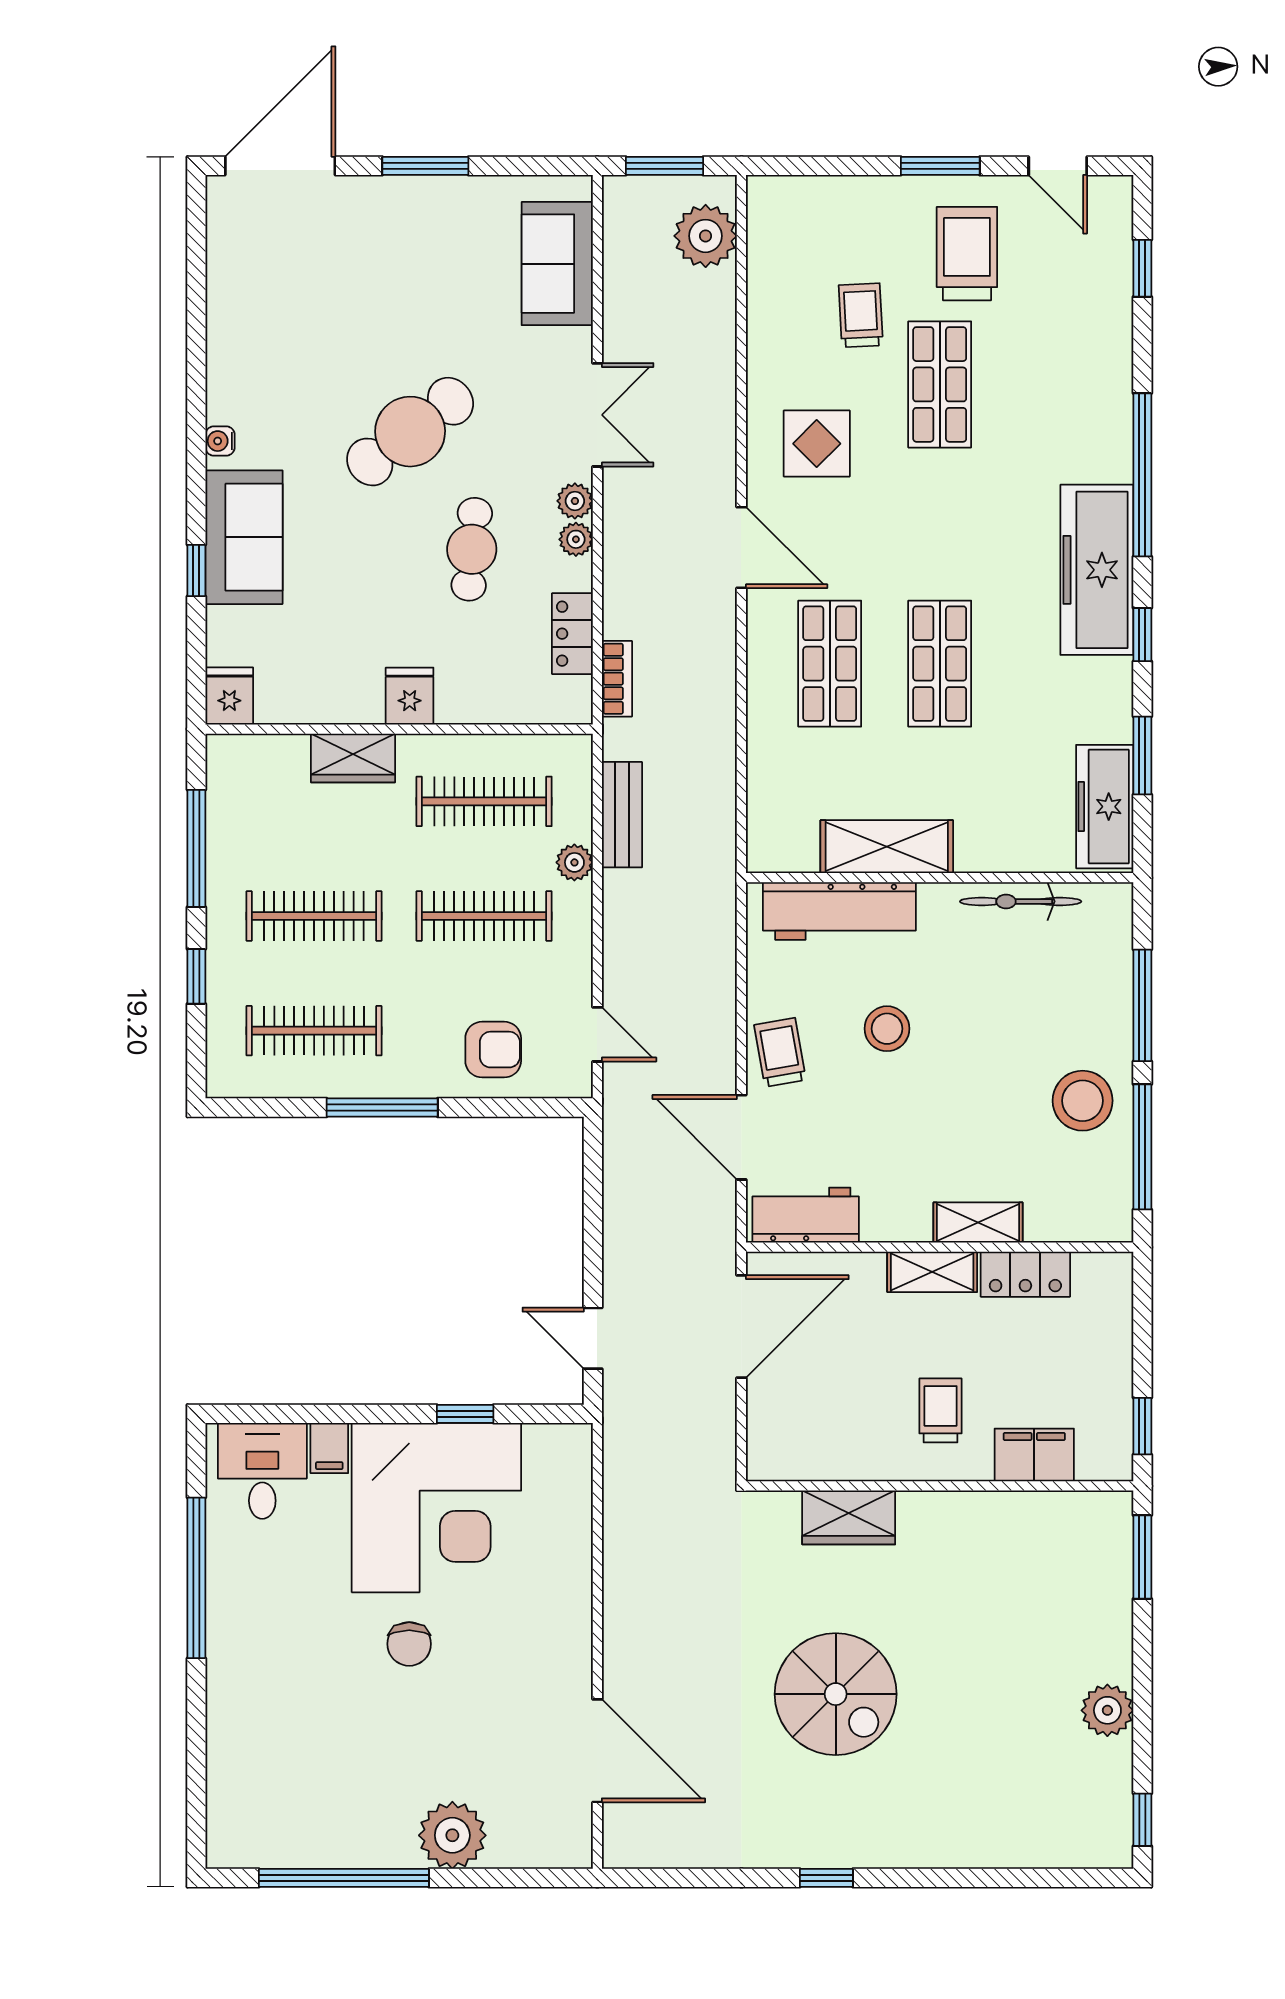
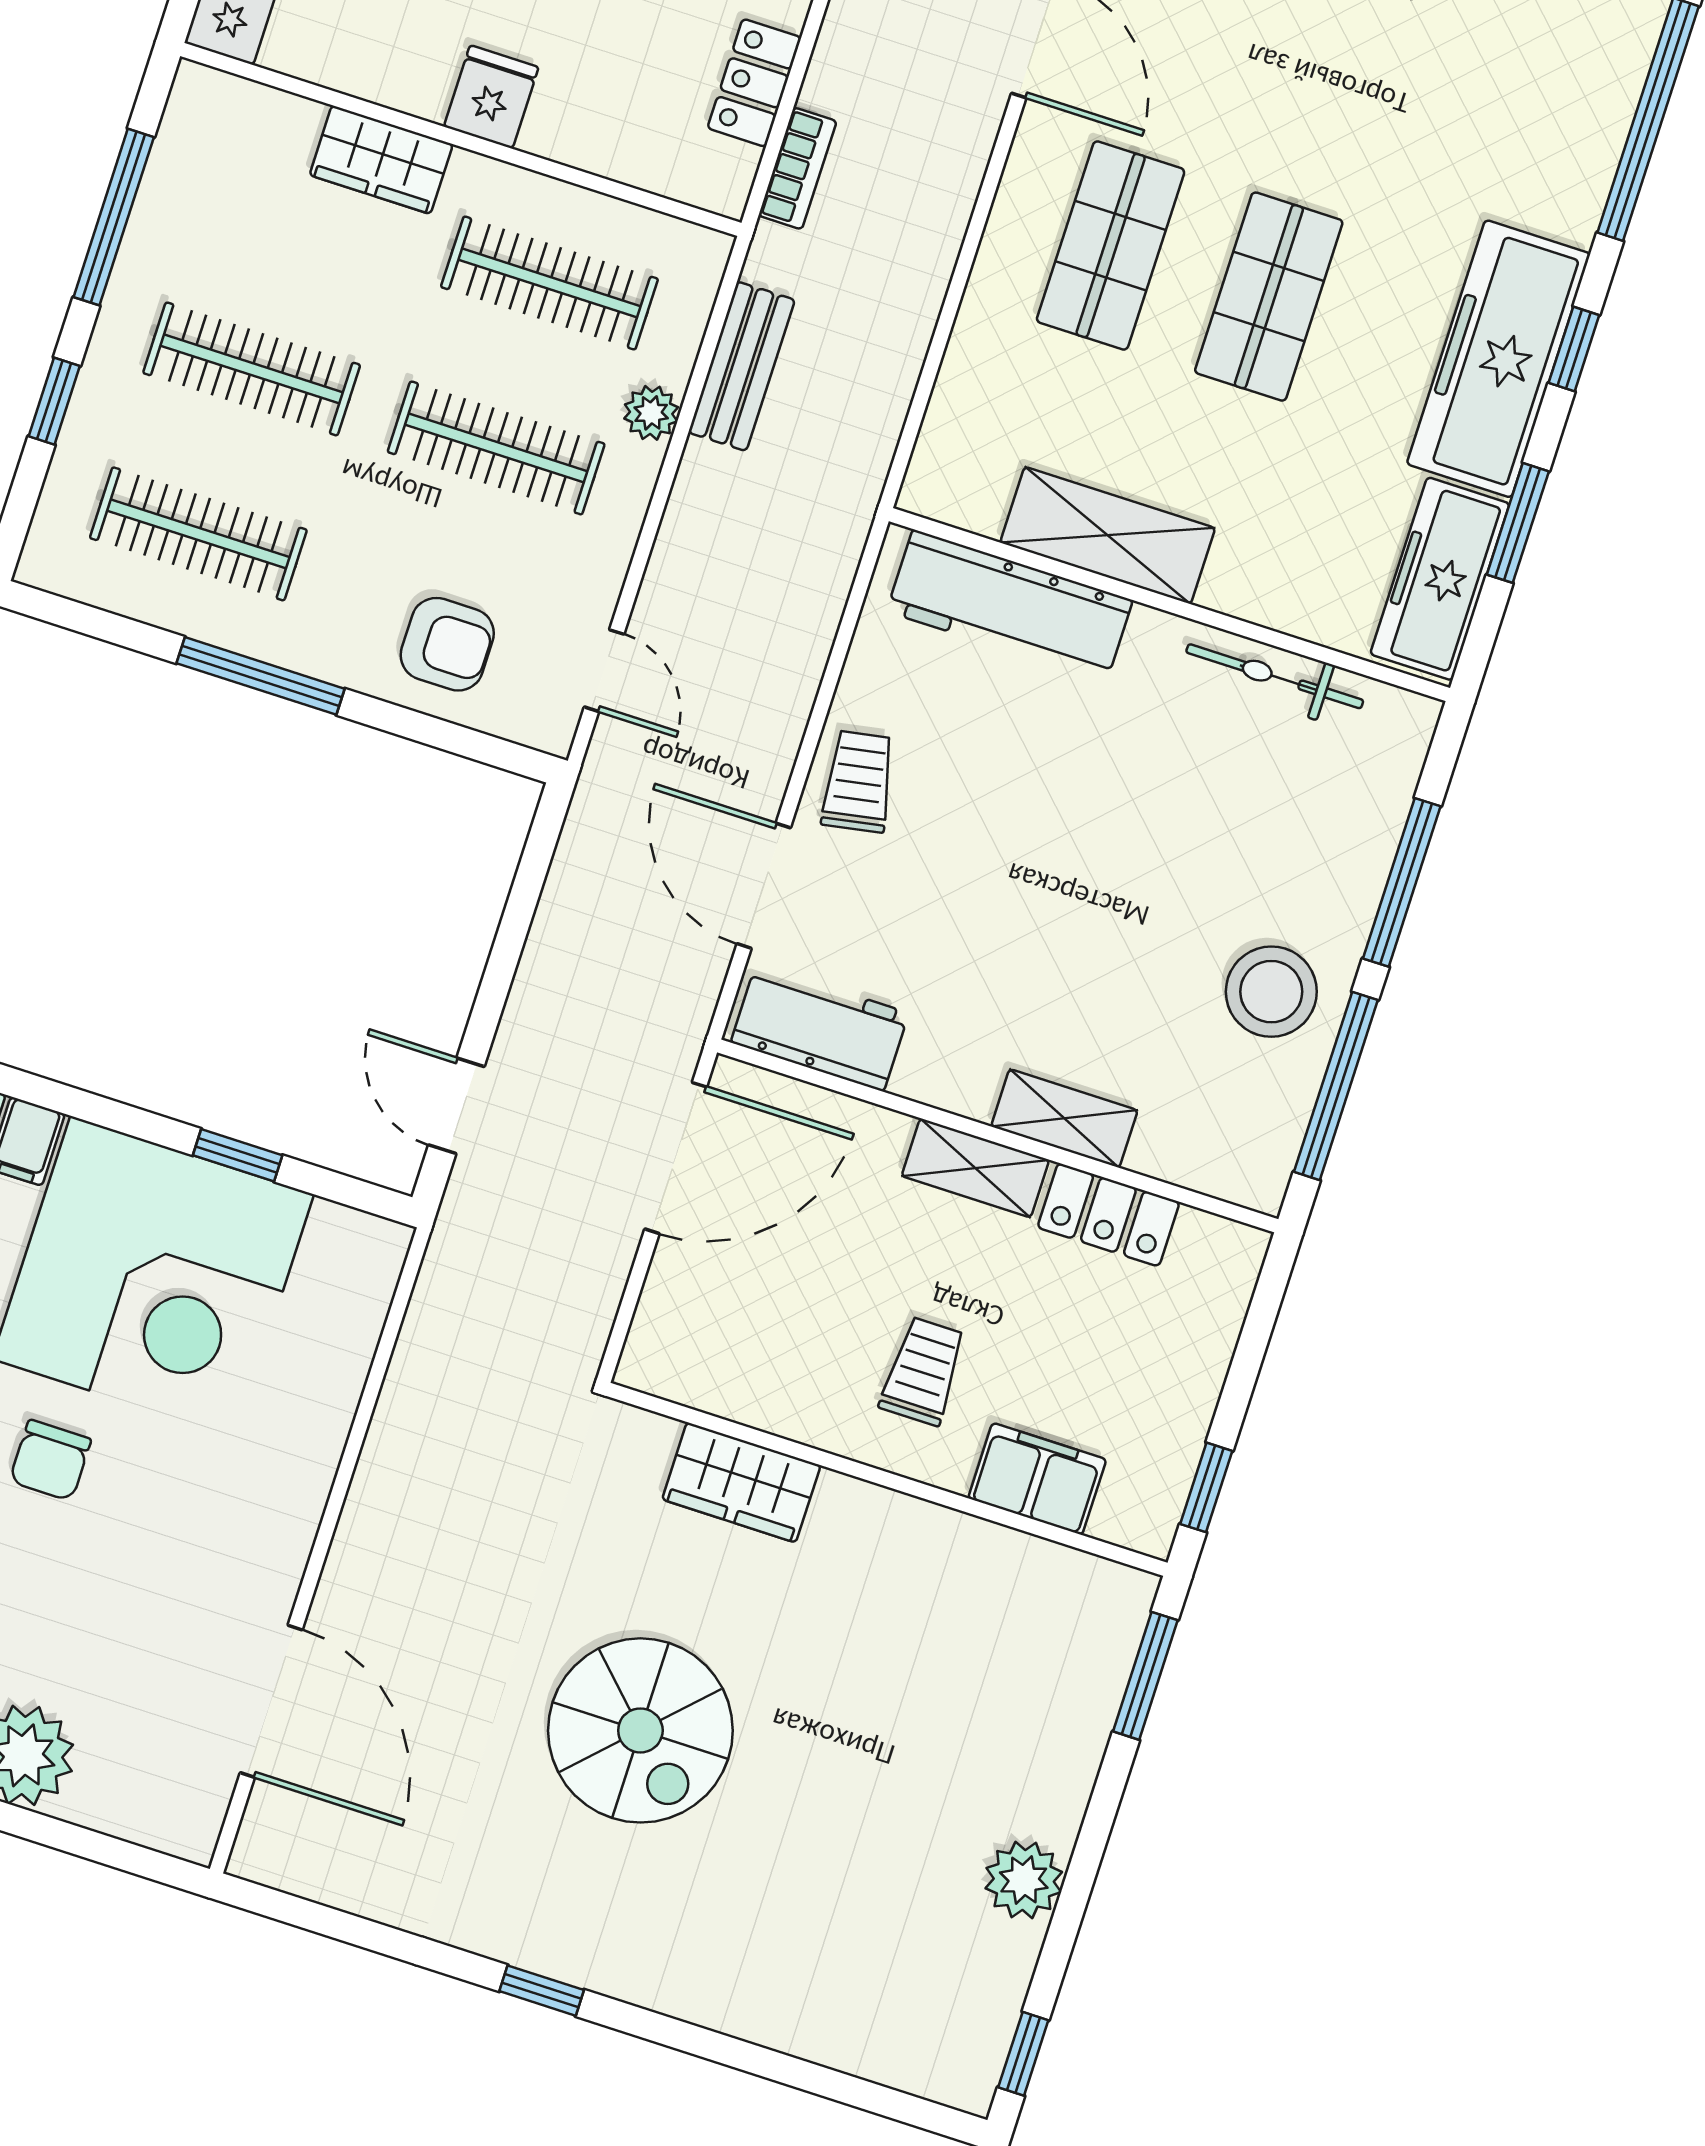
freezer: (1097, 570) -> (1498, 359), moved
stool: (887, 1029) -> (1023, 797), removed

